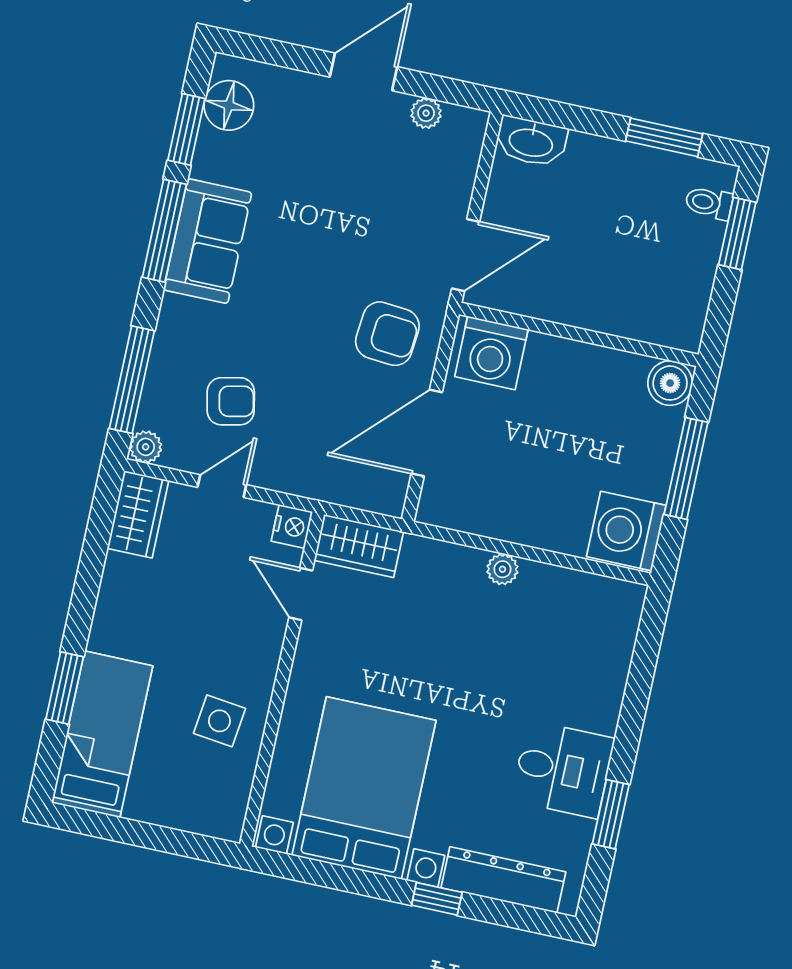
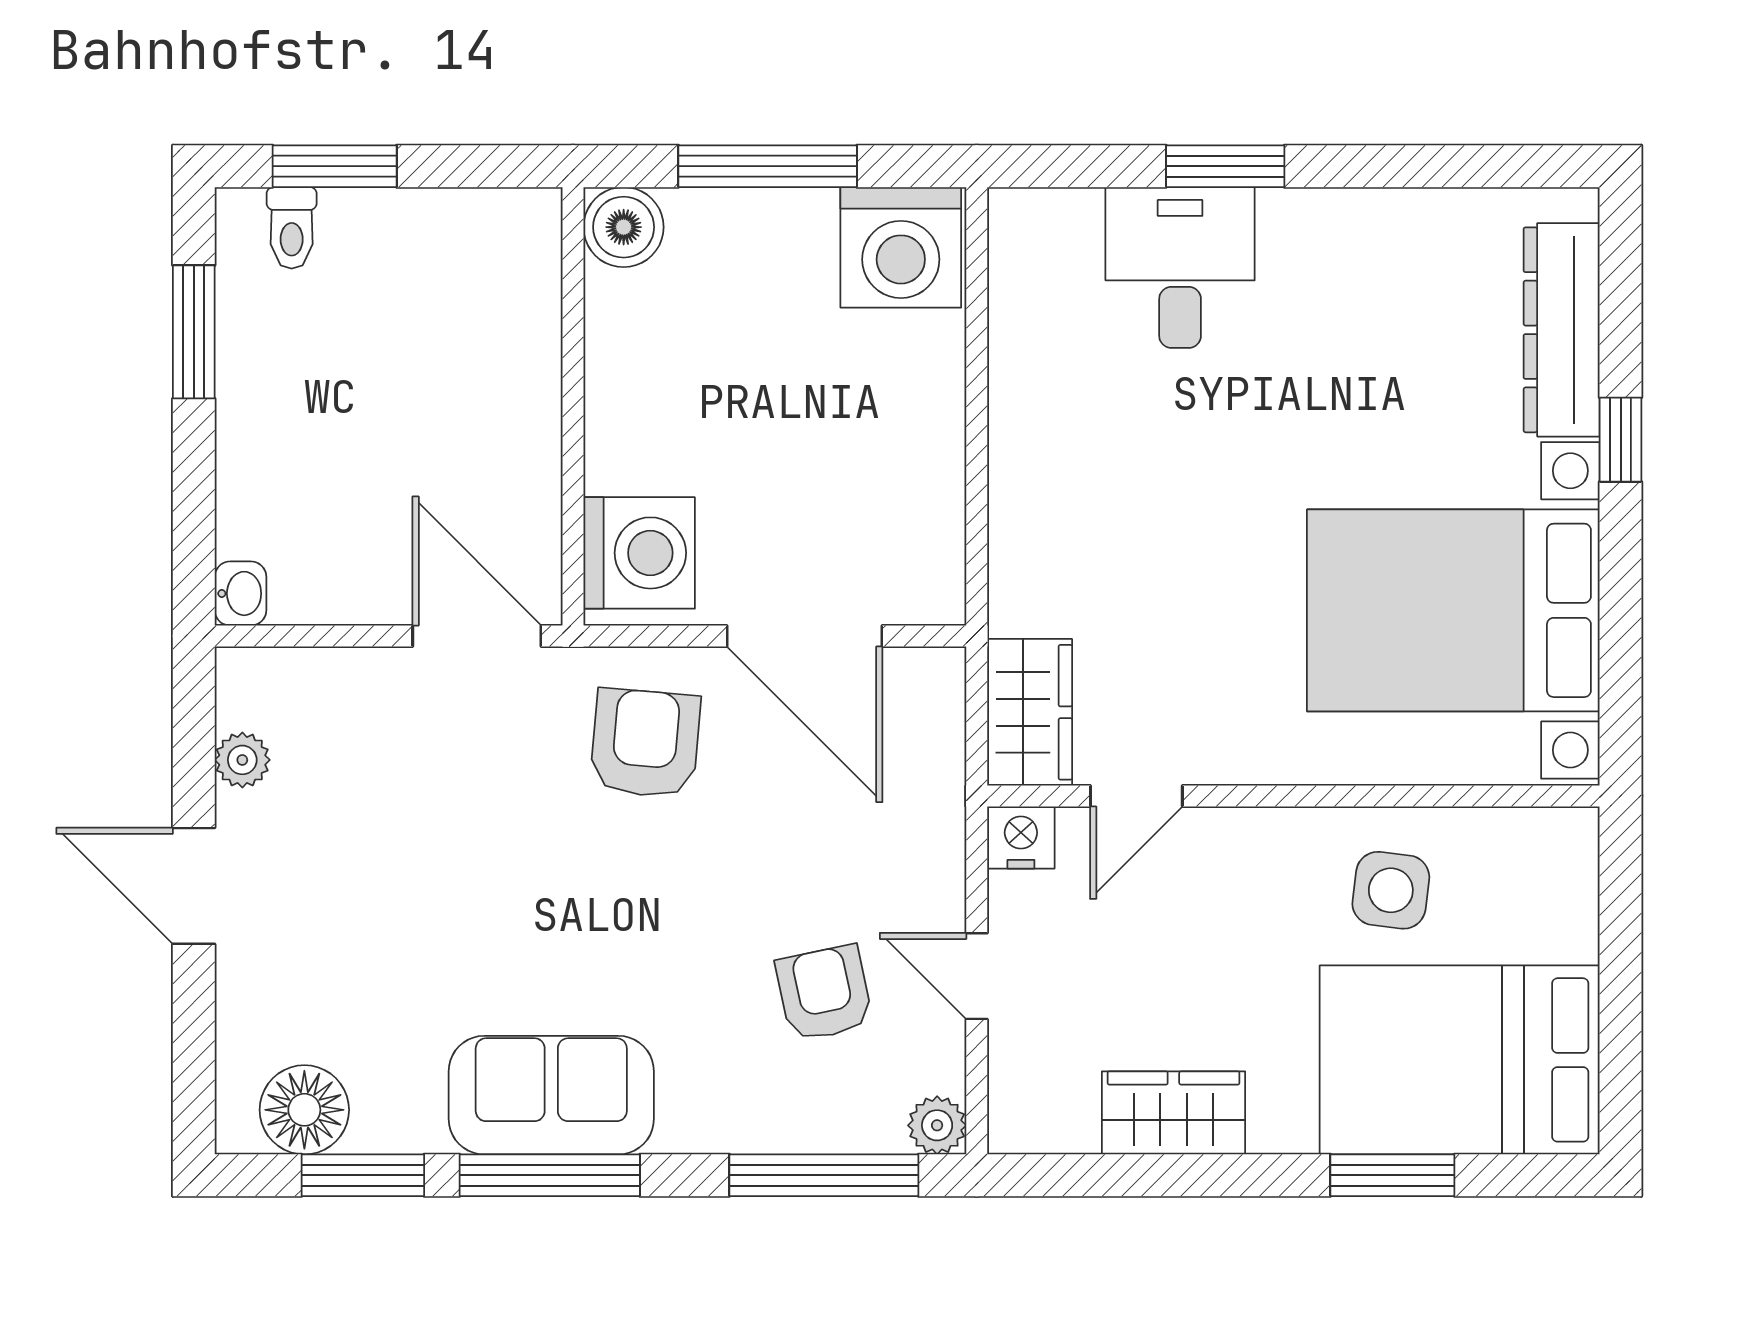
washbasin: (531, 142) -> (240, 593), width x0.52, depth x0.69
wardrobe: (138, 514) -> (1173, 1113), moved
plant: (502, 569) -> (1015, 451), removed
bed: (102, 734) -> (1460, 1060), width x1.50
desk: (563, 769) -> (1180, 268), moved
window: (611, 814) -> (1225, 166), moved

